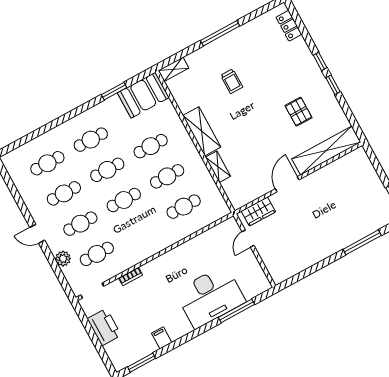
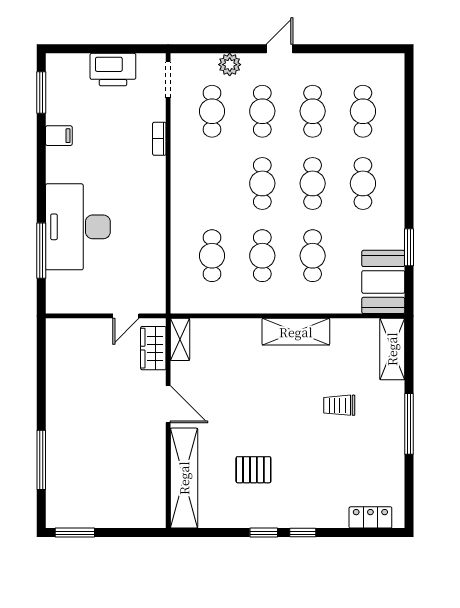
shelving: (173, 69) -> (392, 349), width x1.50, depth x1.33
shelving: (218, 167) -> (180, 339), moved, turned 90
door: (248, 239) -> (126, 316), swing flipped

